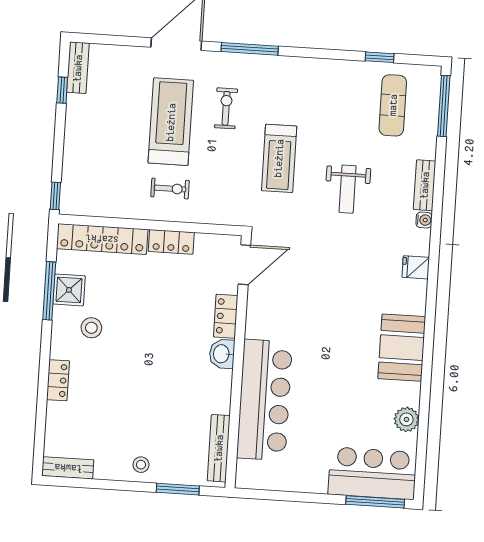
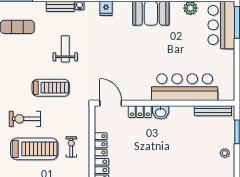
exercise bike: (226, 108) -> (25, 119), width x1.38, depth x1.39
treadmill: (171, 122) -> (34, 149), turned 180
weight bench: (348, 189) -> (65, 49), turned -90

